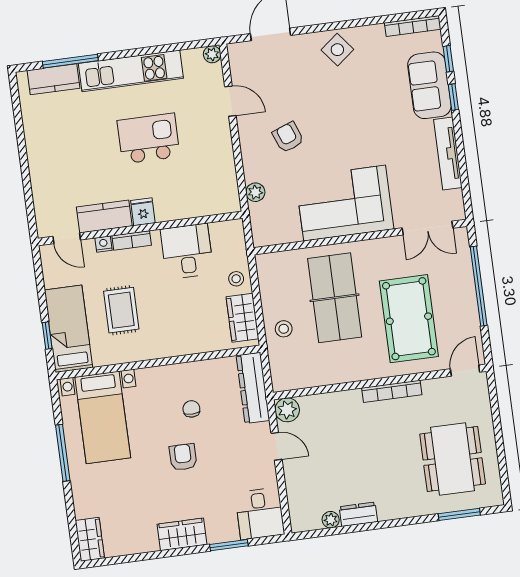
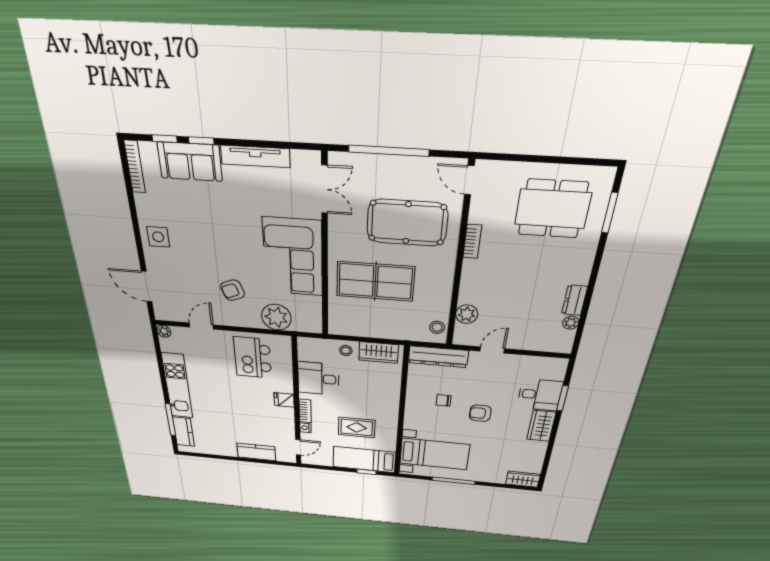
side table: (337, 50) -> (158, 237), turned 38
kitchen island: (148, 138) -> (253, 358), moved
plant: (255, 192) -> (276, 317), width x1.88, depth x1.88
kitchen counter: (104, 217) -> (256, 452), moved, turned 90
stool: (284, 329) -> (437, 327), moved
bookcase: (392, 391) -> (472, 241), width x0.64
plant: (287, 410) -> (467, 314), moved
desk: (260, 514) -> (540, 395), moved

